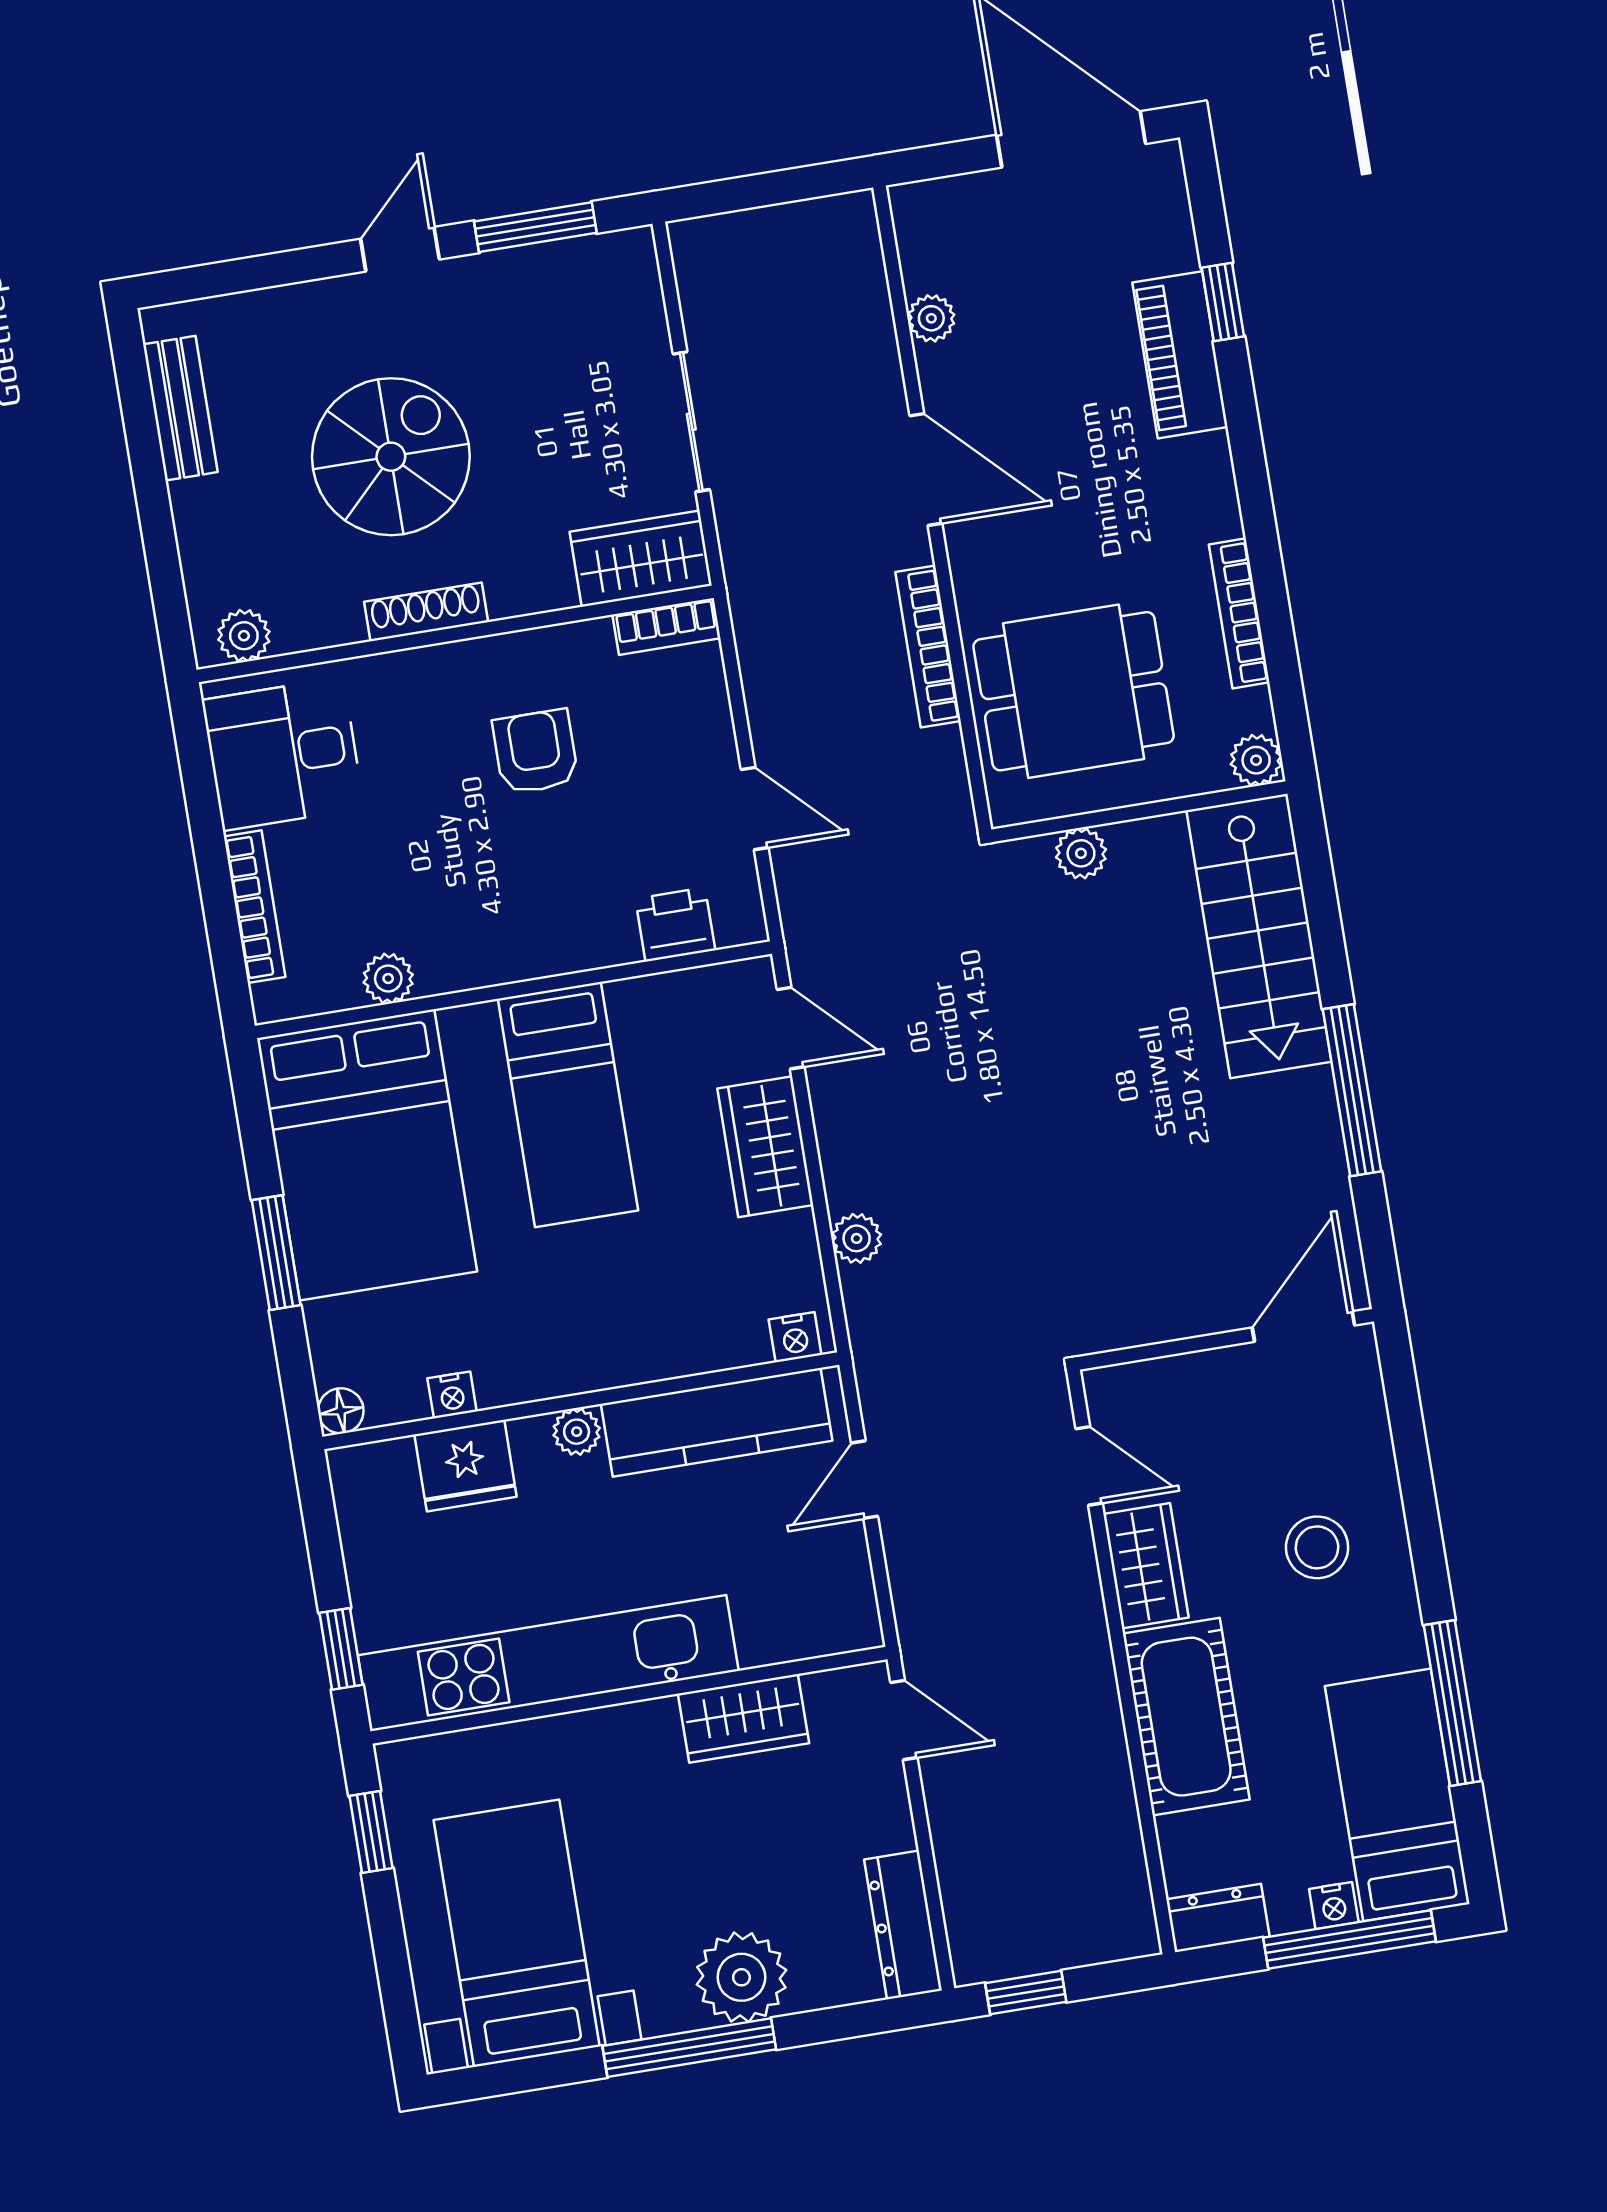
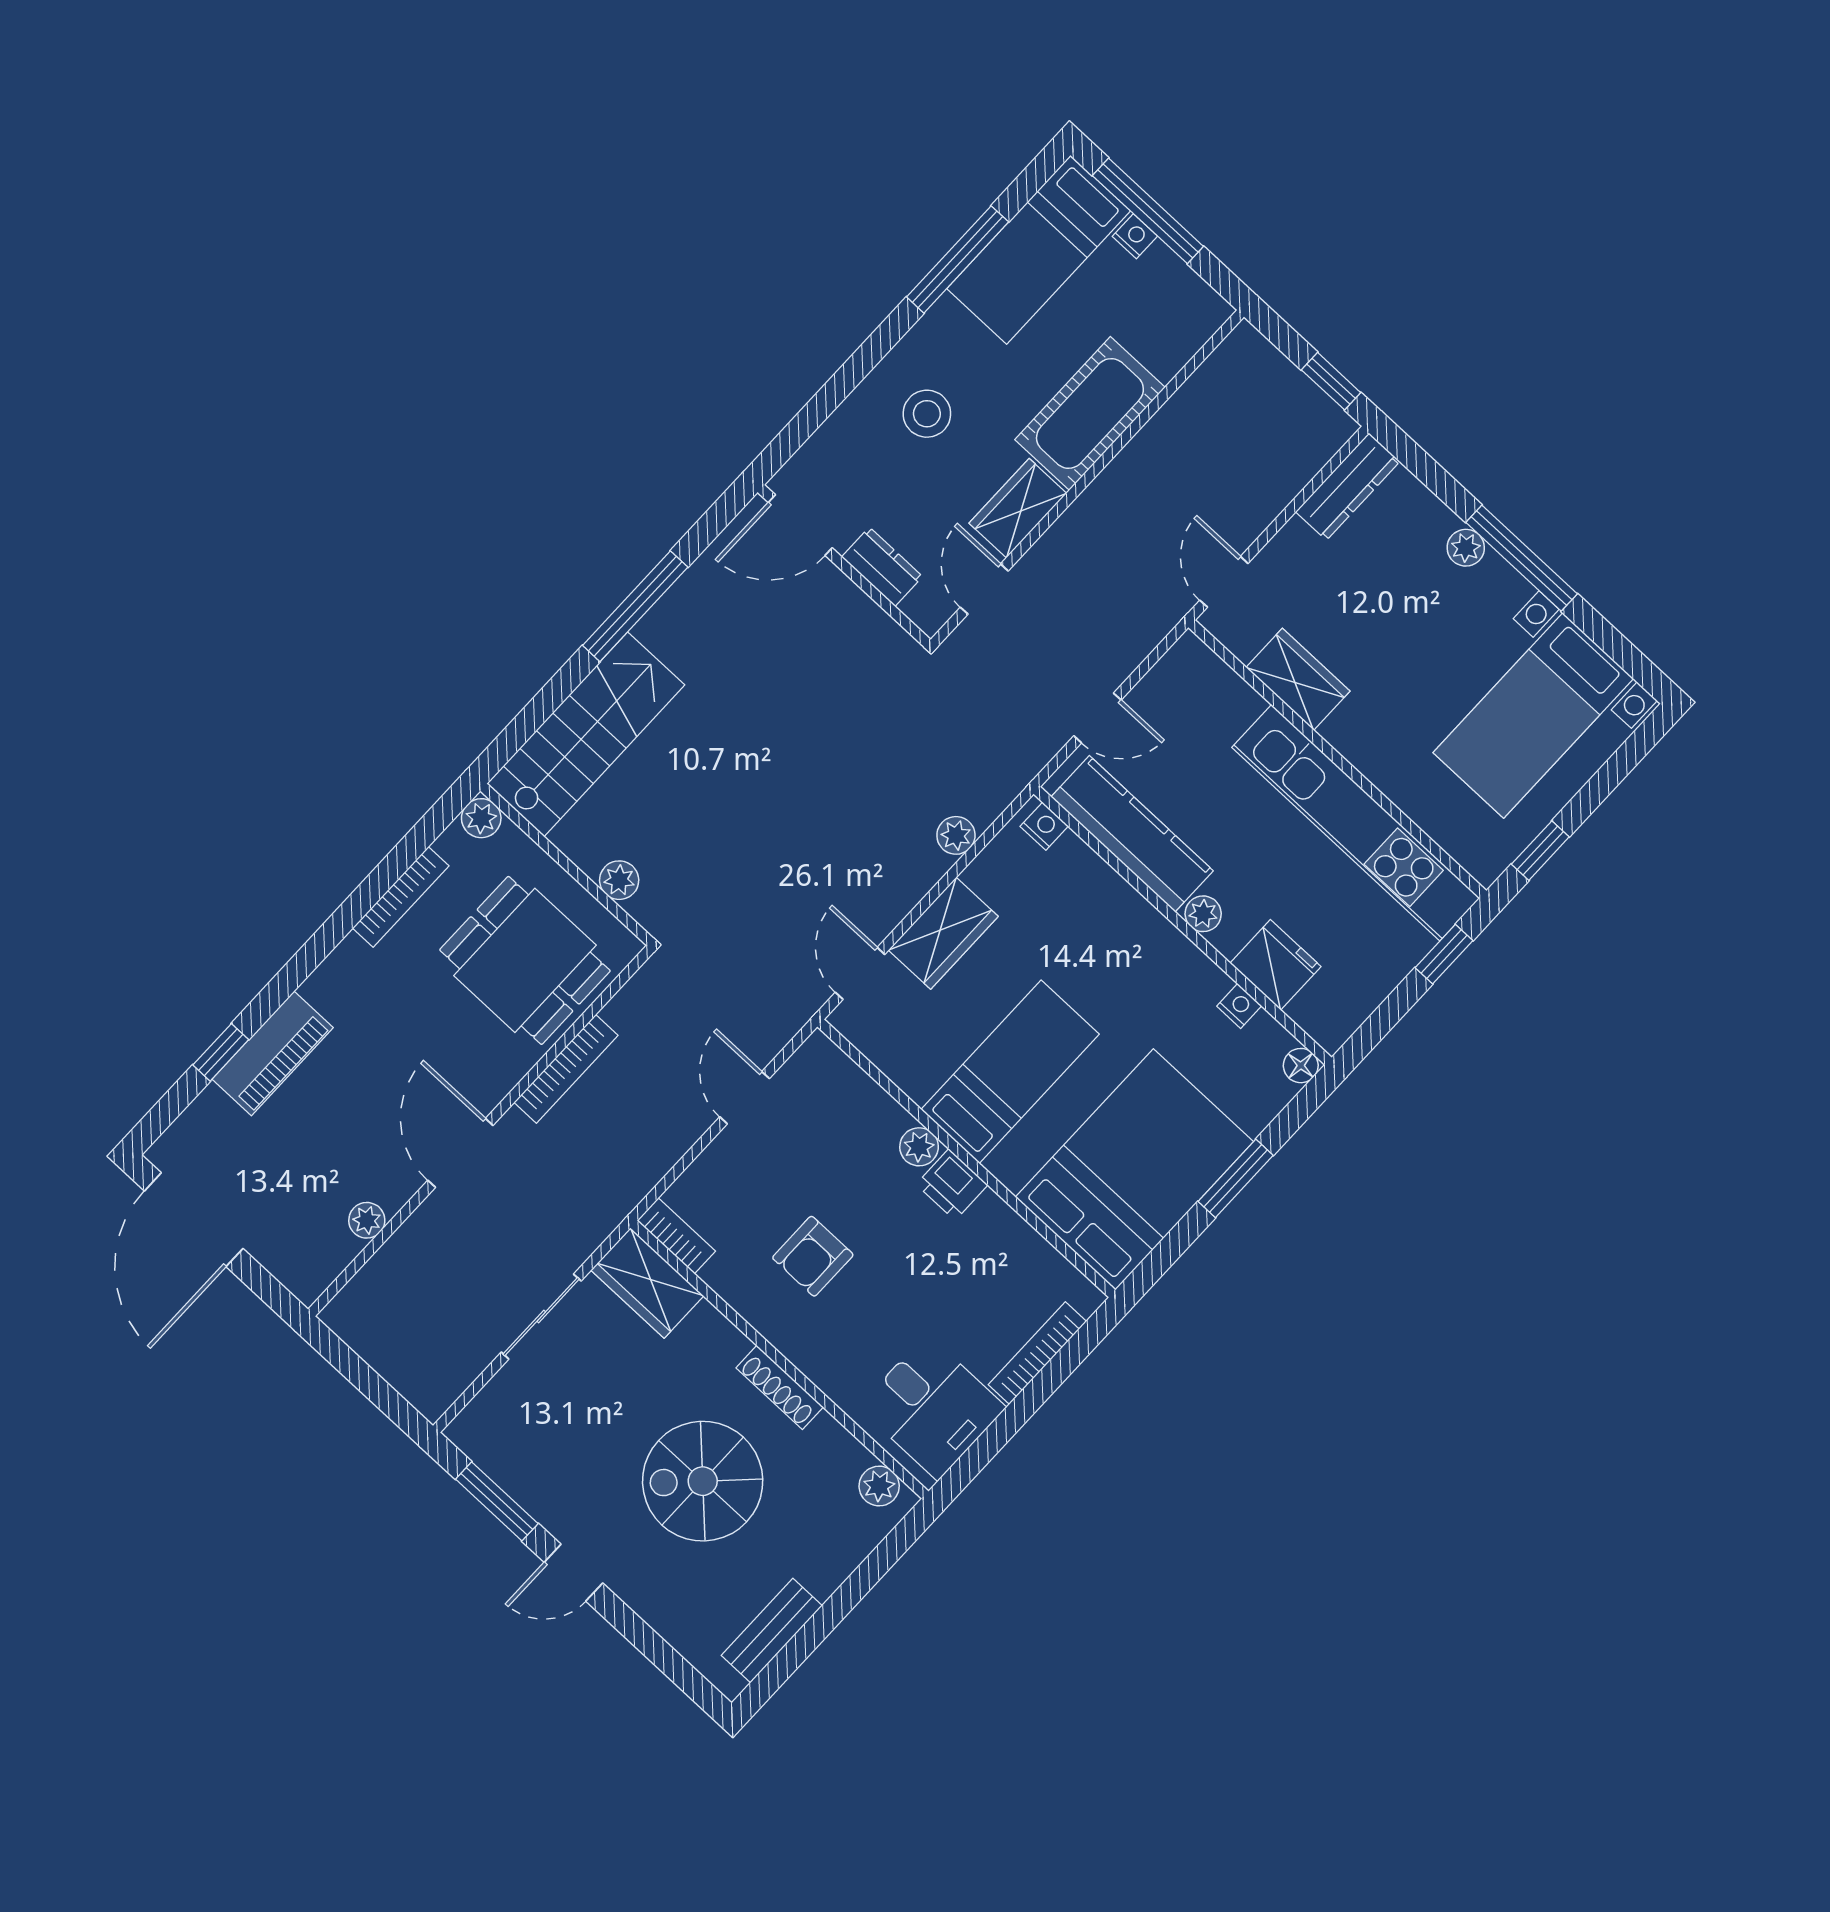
printer: (675, 924) -> (952, 1185), moved
plant: (388, 978) -> (919, 1147), moved
dresser: (1218, 1918) -> (882, 567), moved, turned 180
plant: (741, 1977) -> (1466, 548), width x0.53, depth x0.53

